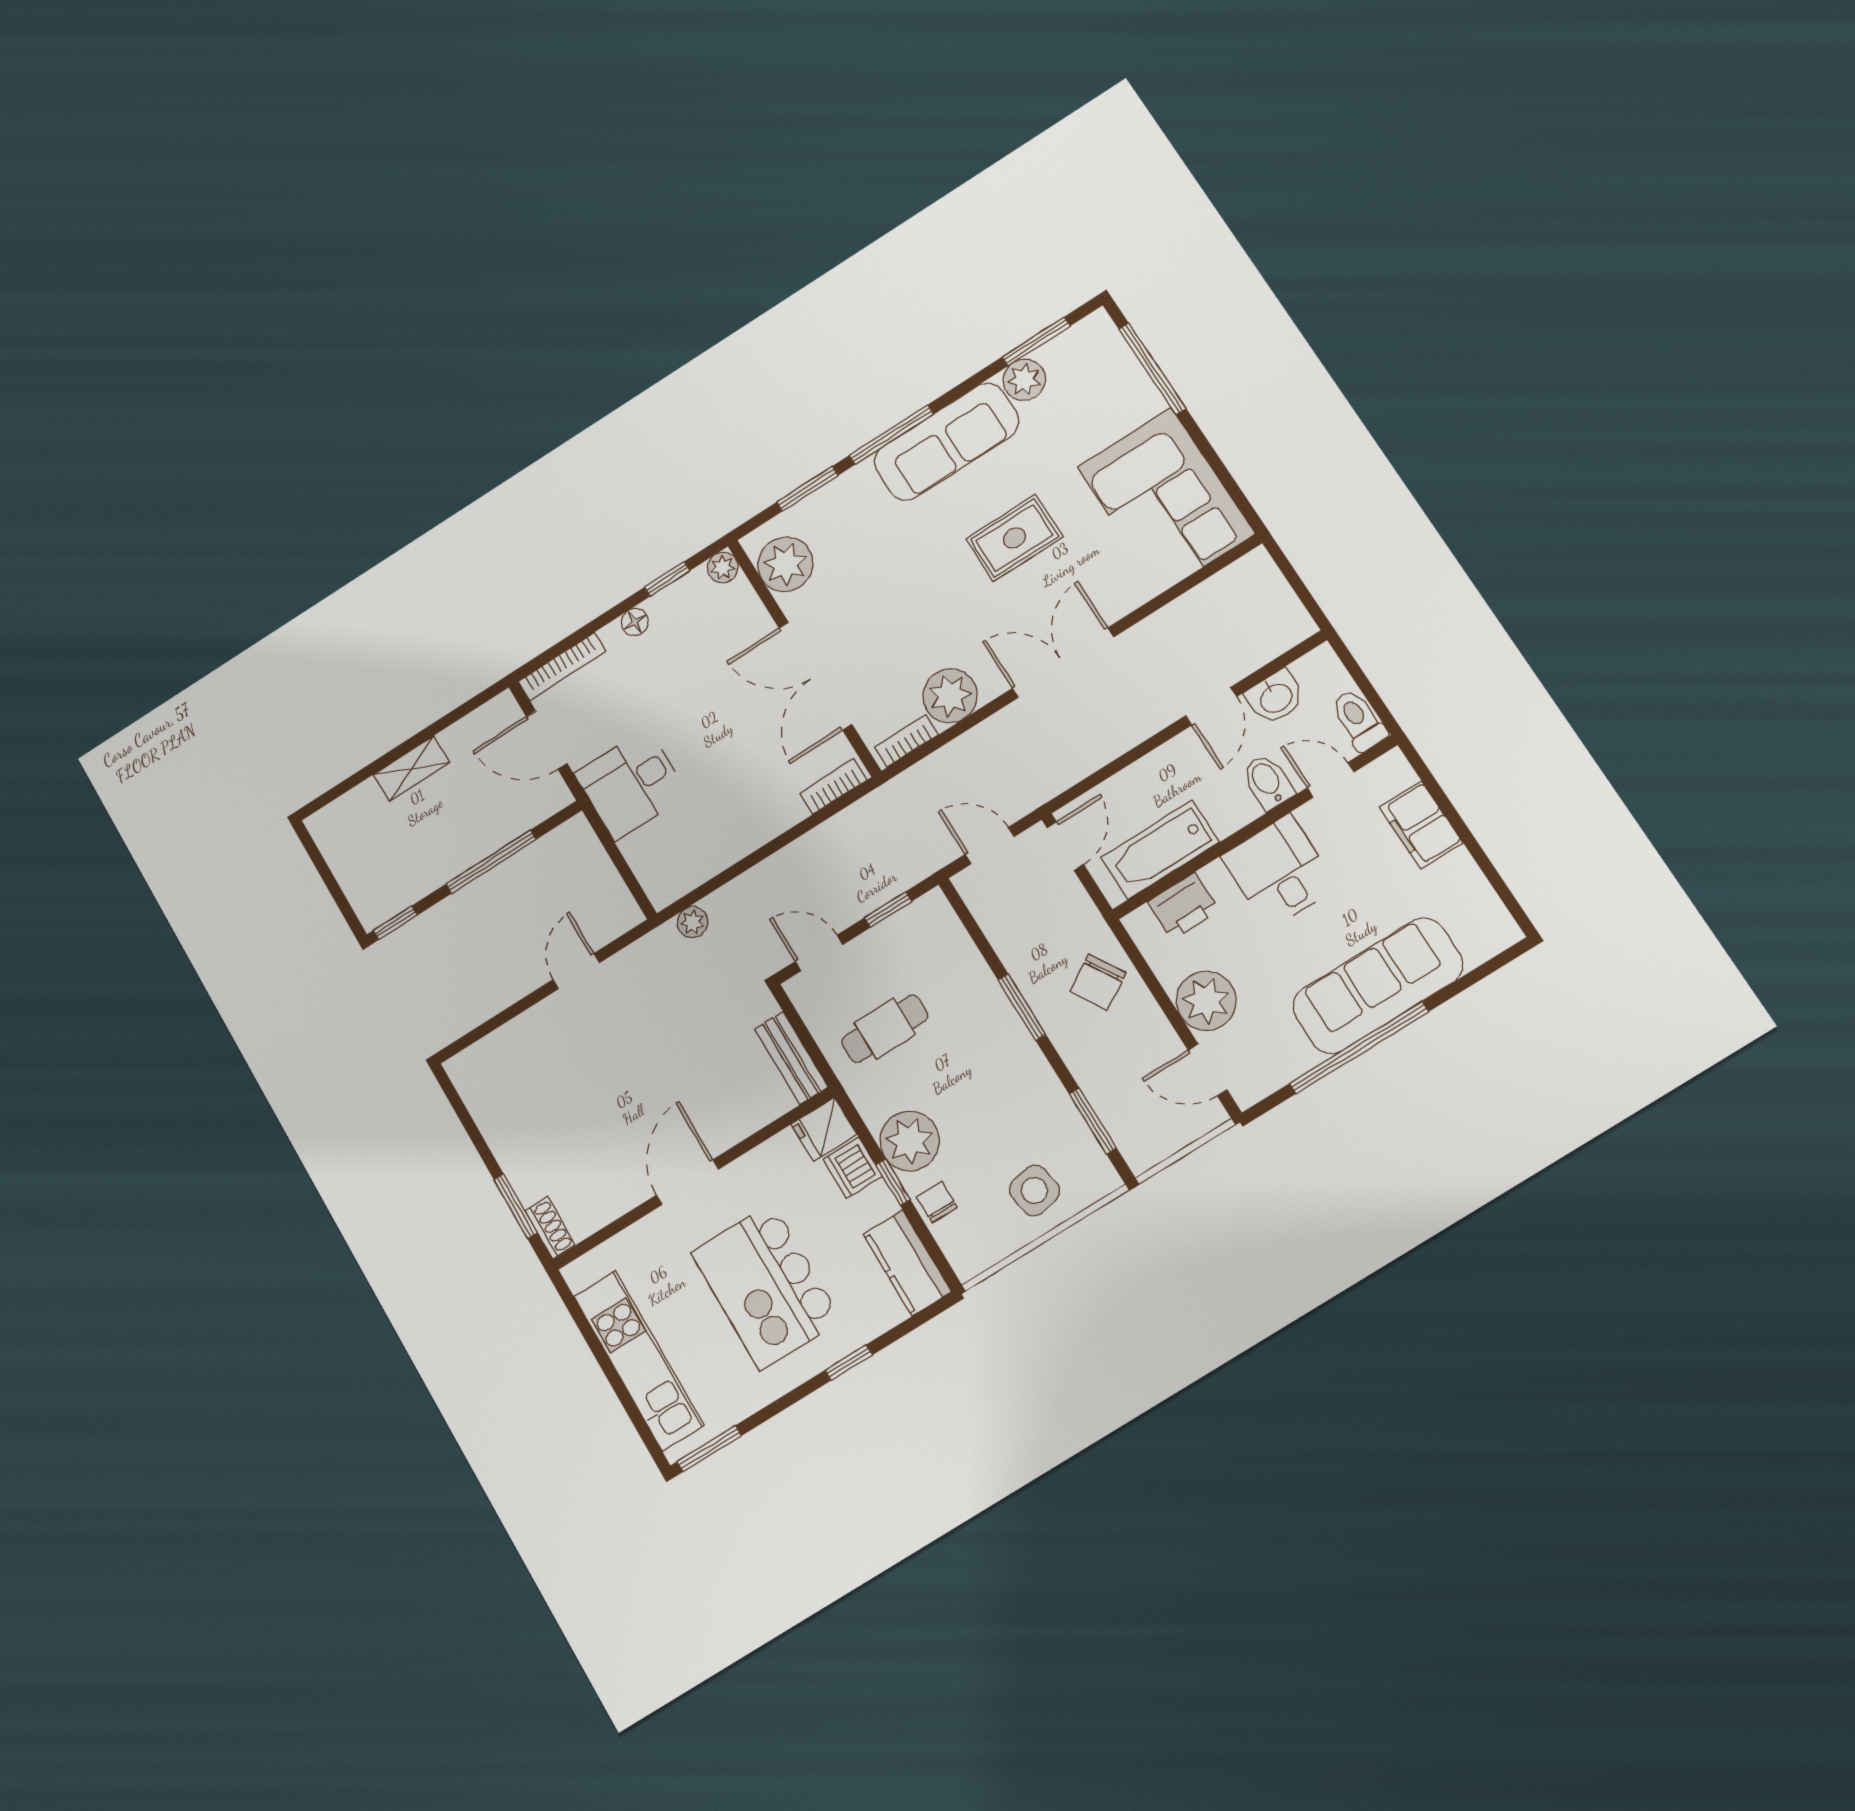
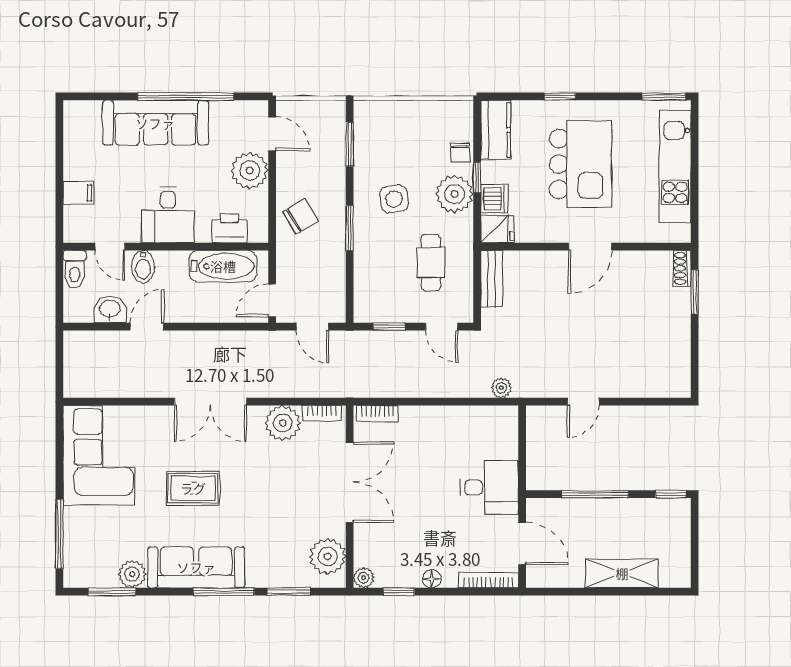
shelving: (412, 769) -> (622, 573), width x1.50, depth x1.33
filing cabinet: (1421, 825) -> (79, 193), width x0.50
cafe table: (885, 1029) -> (431, 263), turned 90
side table: (1034, 1191) -> (394, 199), moved

